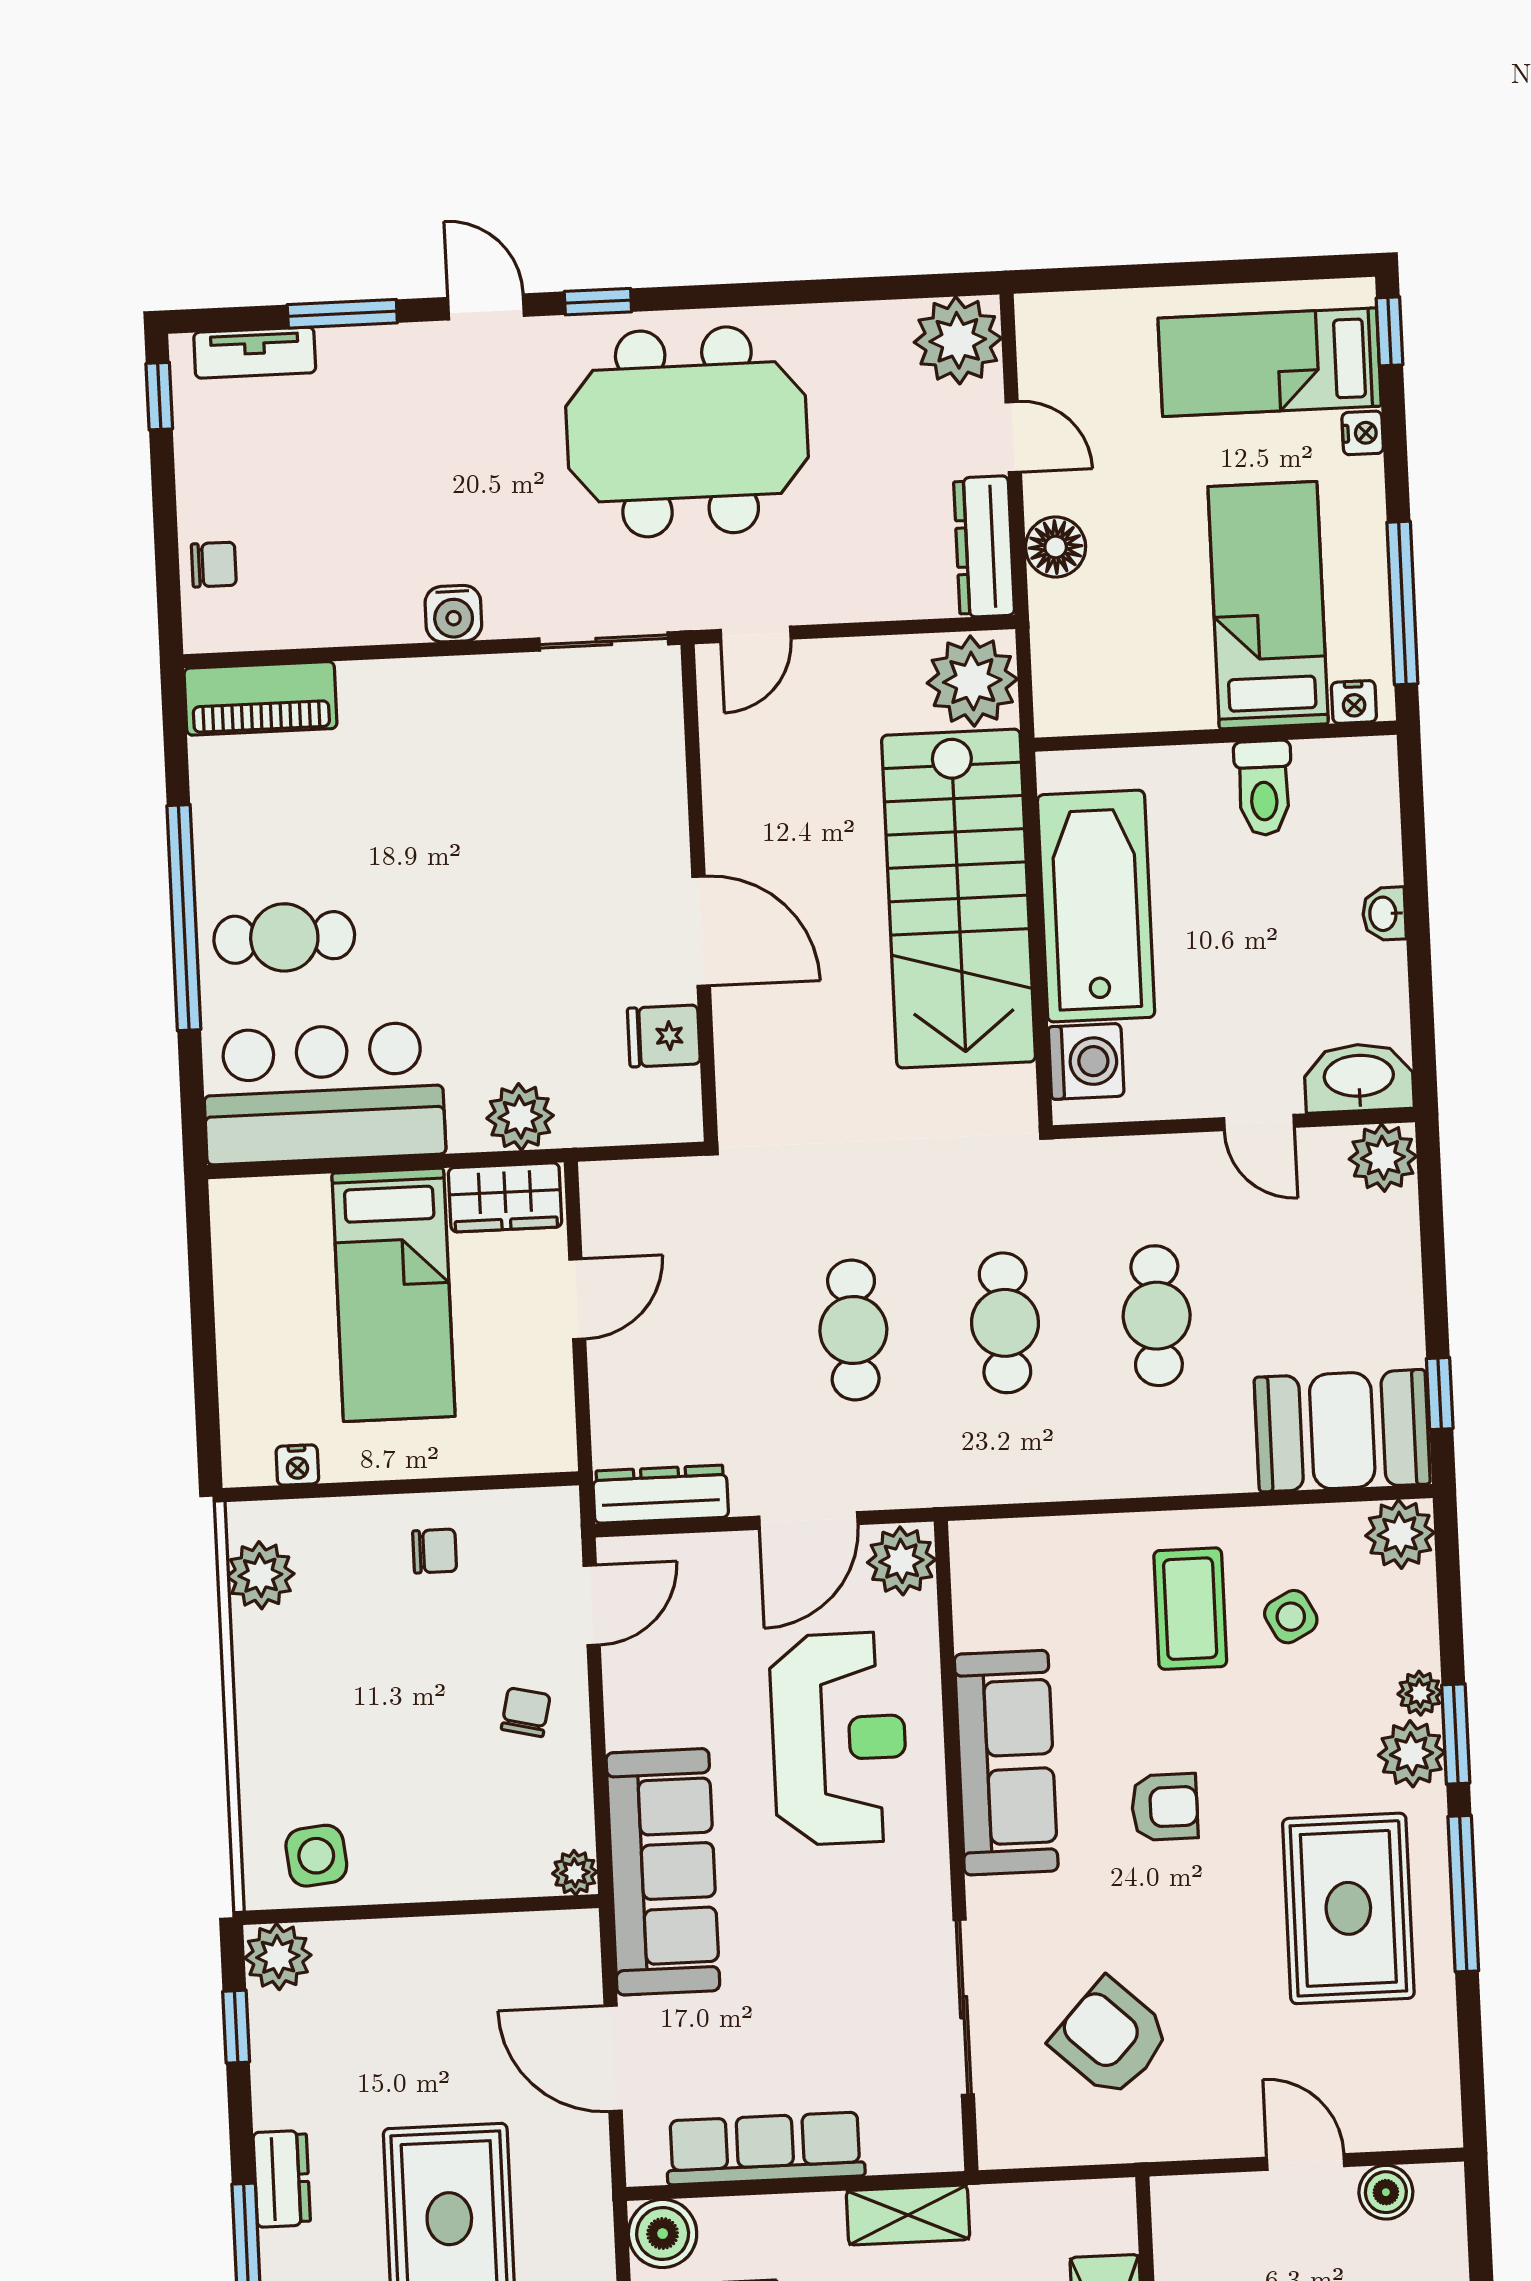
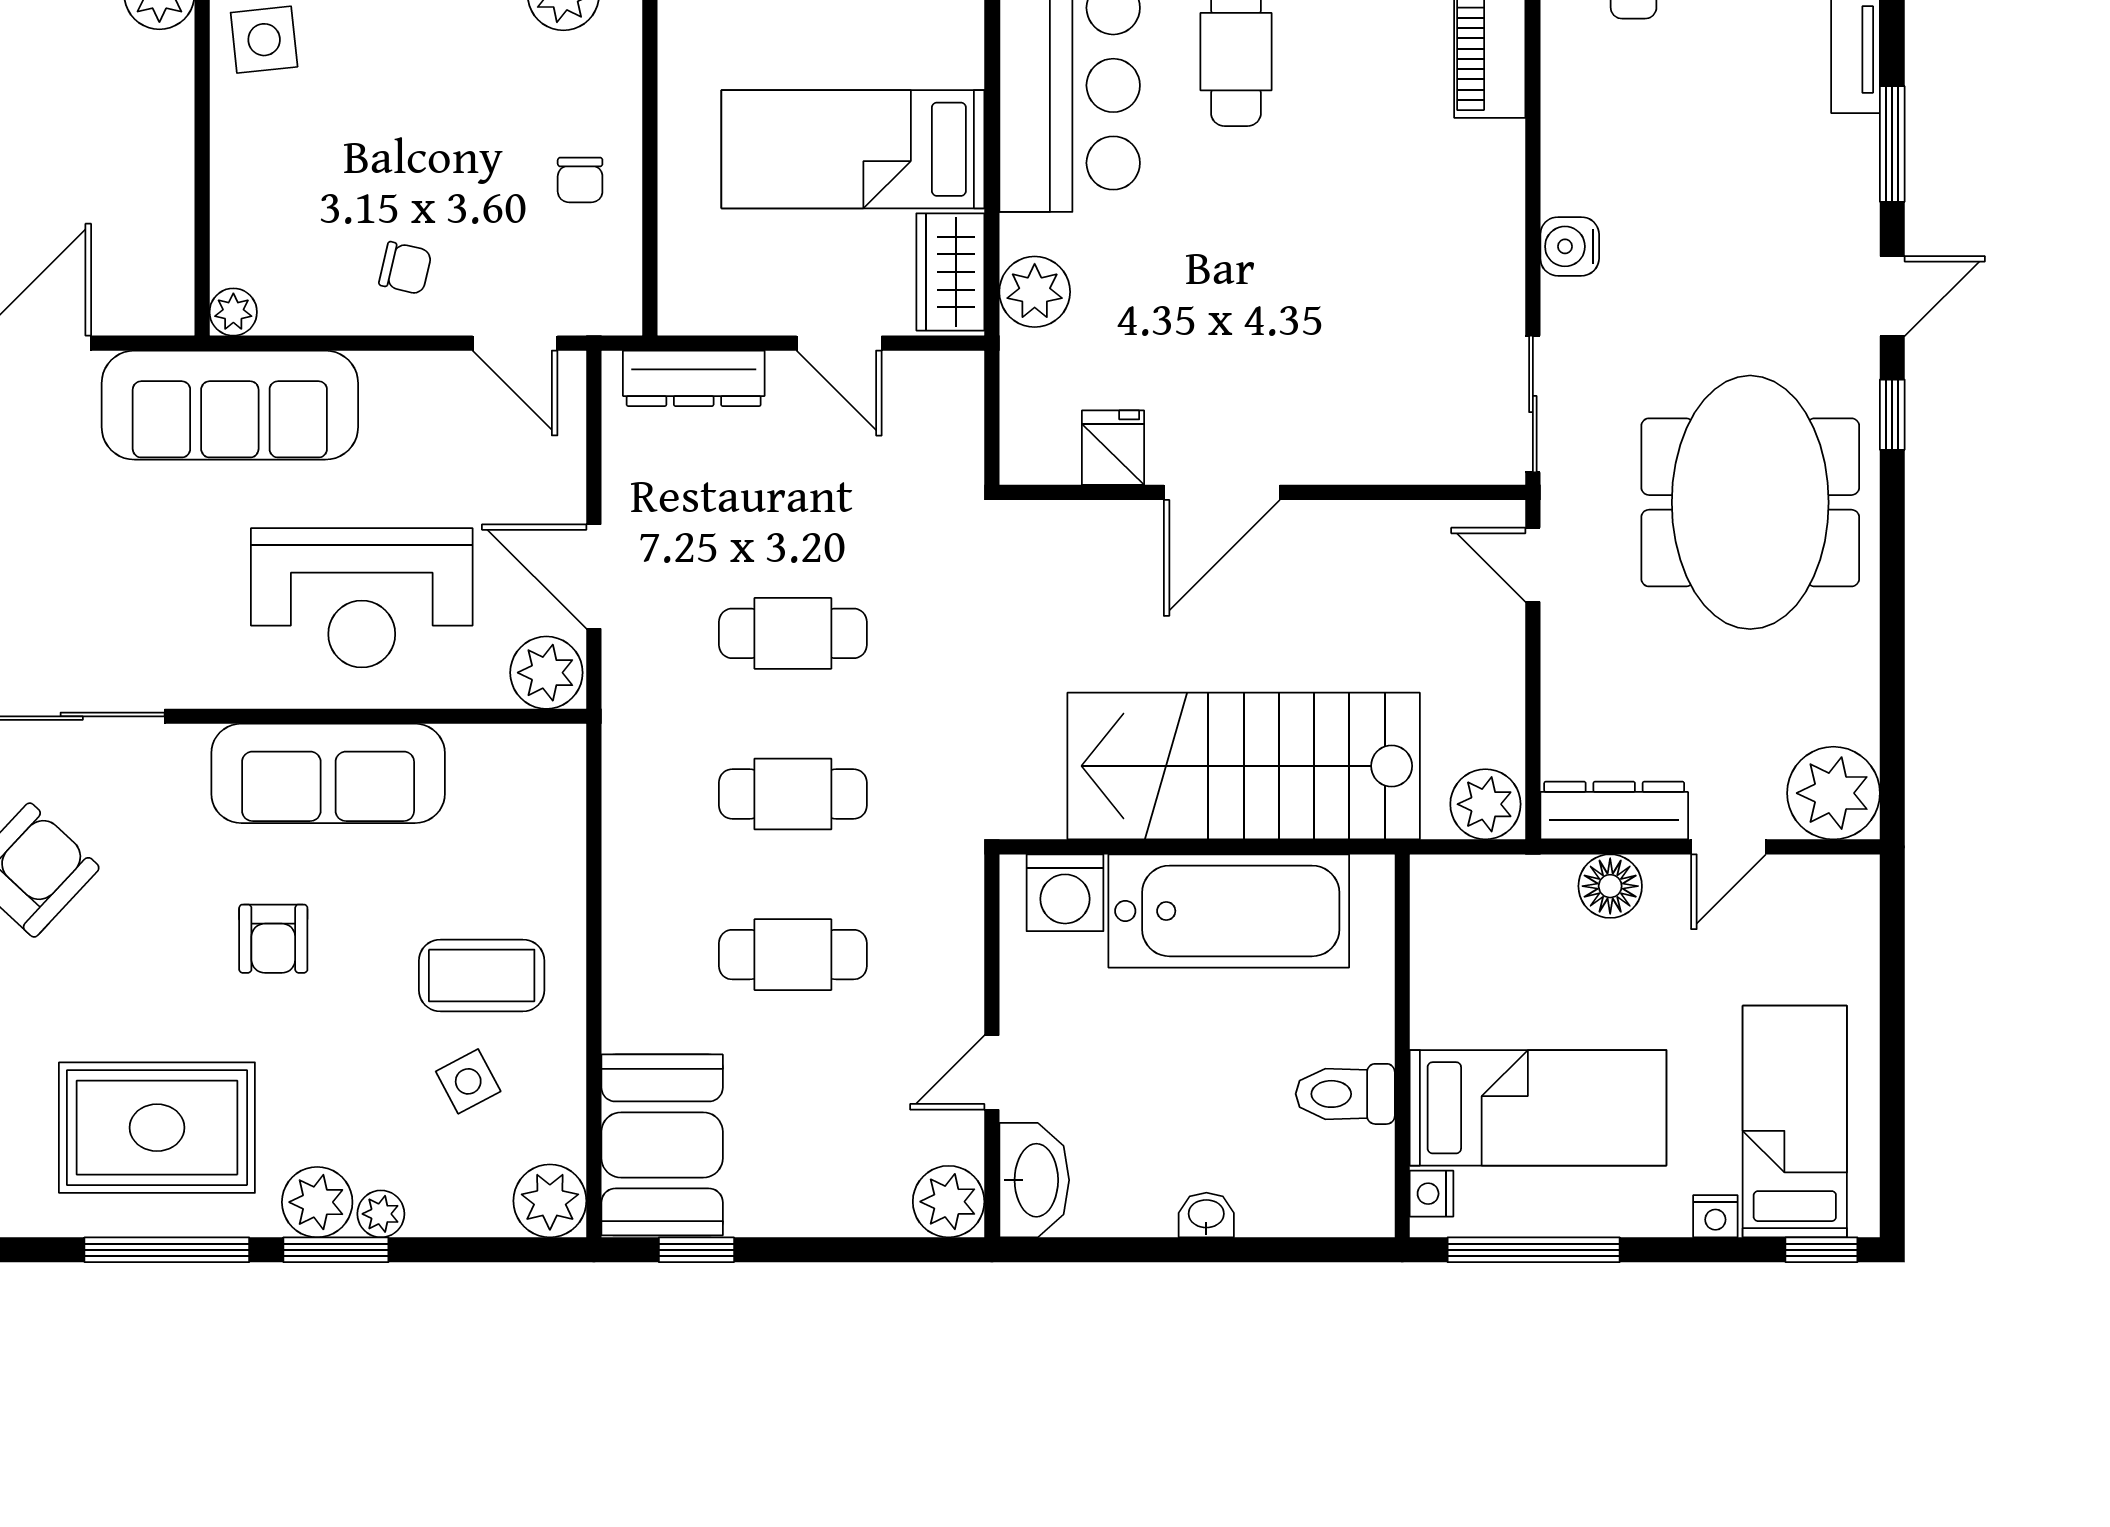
plant: (972, 681) -> (1485, 804), width x0.73, depth x0.73
nightstand: (297, 1465) -> (678, 39), removed
dresser: (661, 1494) -> (694, 378), moved, turned 90

